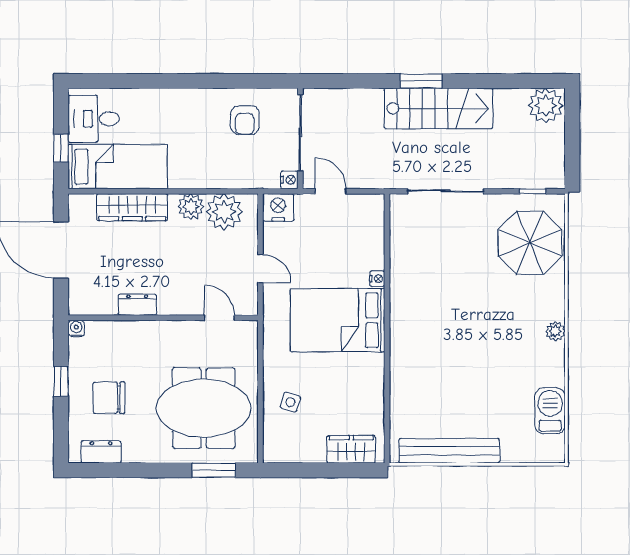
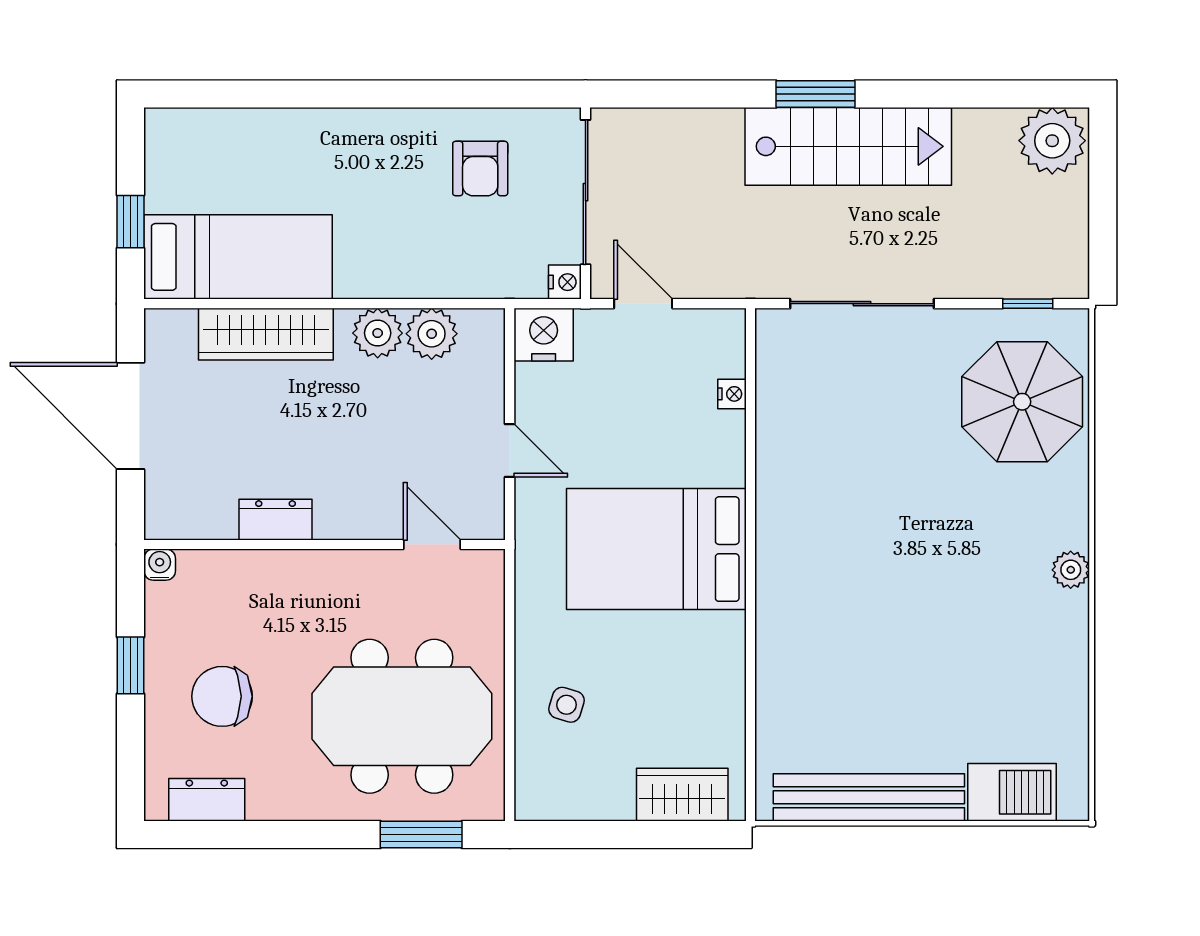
desk: (94, 119) -> (192, 166), removed
plant: (224, 212) -> (432, 334), width x0.73, depth x0.73
nightstand: (377, 279) -> (732, 394), moved
barbecue: (550, 411) -> (1012, 792), moved, turned 90

